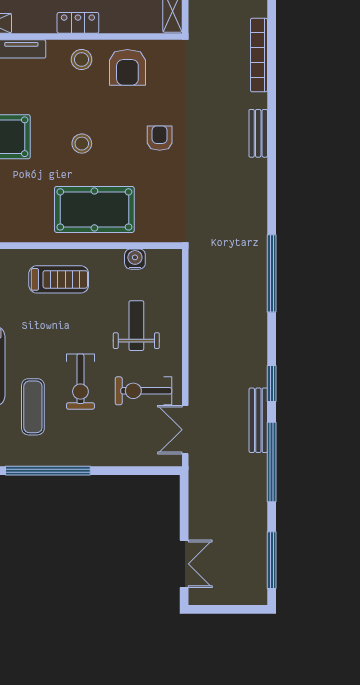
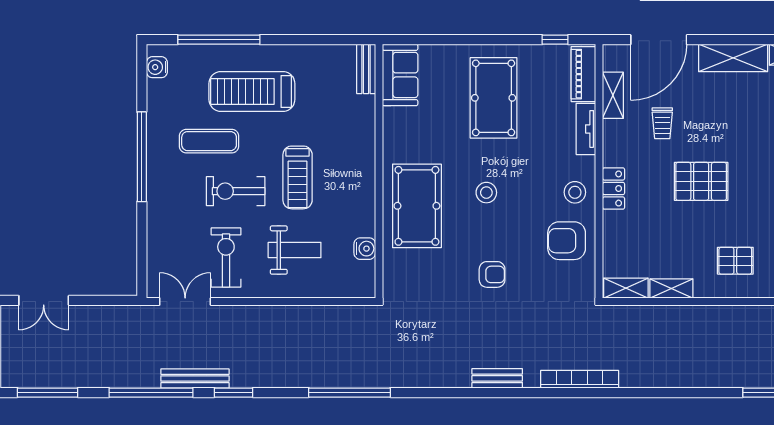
treadmill: (59, 279) -> (298, 177), moved

